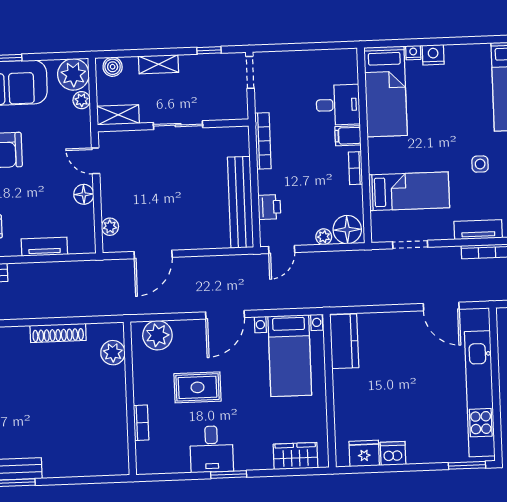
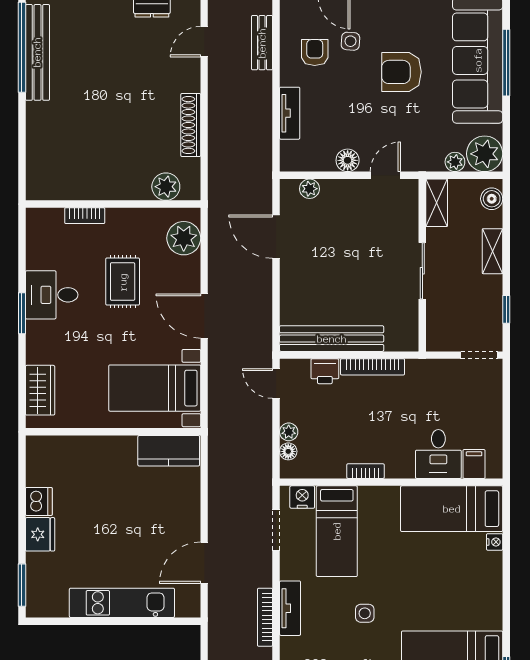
nightstand: (433, 55) -> (302, 497), moved, turned -90
filing cabinet: (348, 136) -> (474, 464), moved
bookcase: (263, 141) -> (373, 367), moved
floor lamp: (347, 230) -> (288, 451), width x0.53, depth x0.53
kitchen unit: (480, 394) -> (122, 603), width x0.73
fridge: (364, 453) -> (40, 534), moved

